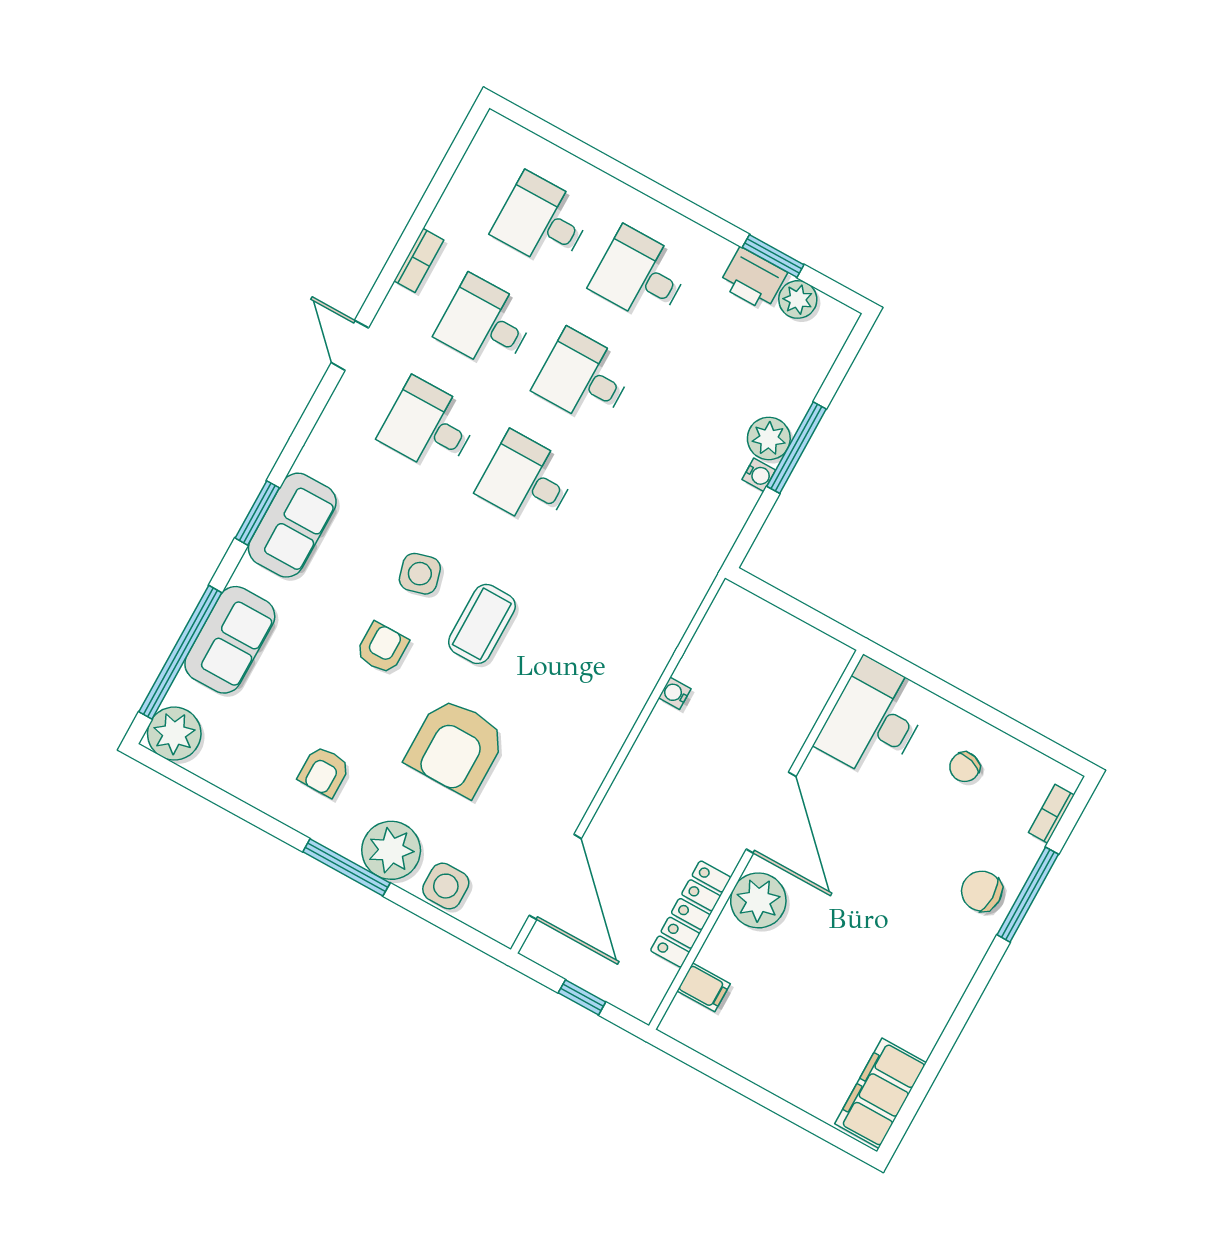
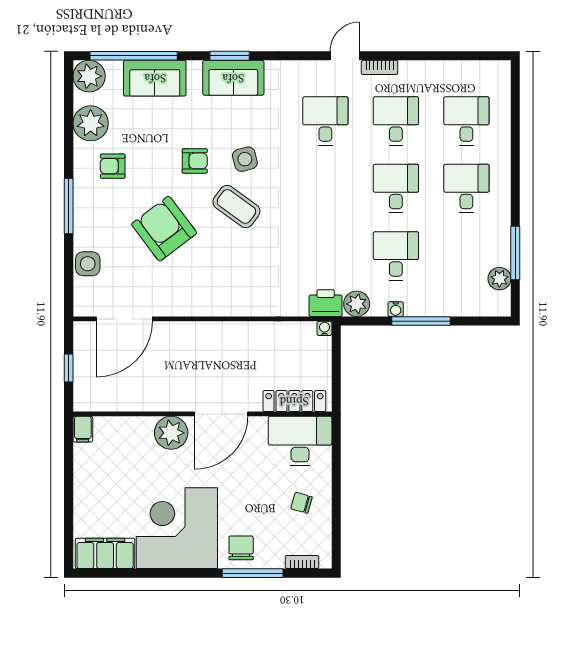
window: (773, 256) -> (515, 253), width x1.44
bookcase: (419, 260) -> (380, 67), moved
printer: (753, 279) -> (326, 303), moved, turned 90
plant: (769, 438) -> (357, 304), moved
desk: (527, 480) -> (396, 256), moved
coffee table: (482, 624) -> (236, 207), turned 36
water cooler: (675, 693) -> (324, 328), moved
armchair: (456, 747) -> (164, 229), turned 53
plant: (391, 850) -> (91, 123), moved
locker: (691, 914) -> (294, 401), moved
corner desk: (902, 968) -> (177, 528), added
filing cabinet: (704, 987) -> (83, 429), moved

